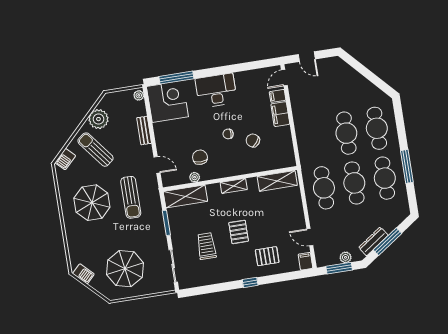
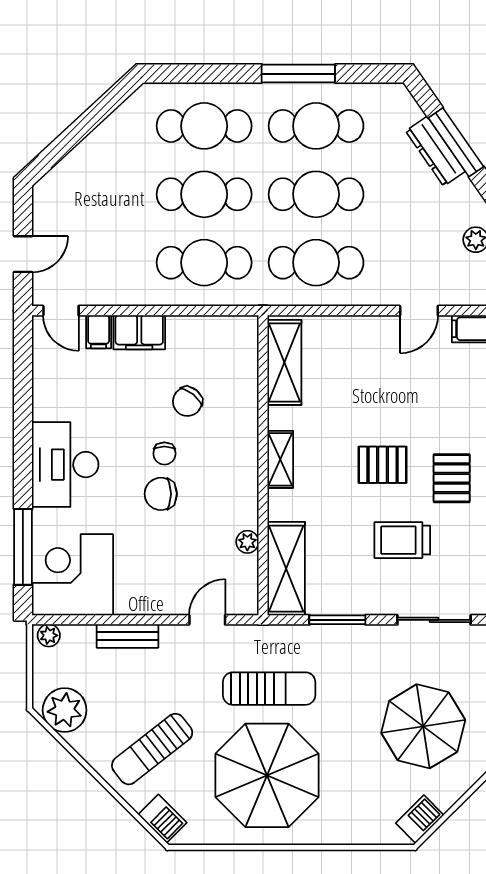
plant: (98, 119) -> (65, 710), moved
cafe table: (316, 138) -> (204, 263), added
chair: (200, 157) -> (161, 494), moved
parasol: (92, 203) -> (267, 775), width x1.36, depth x1.36
dresser: (373, 241) -> (435, 151), moved
pallet: (267, 256) -> (452, 478), moved

